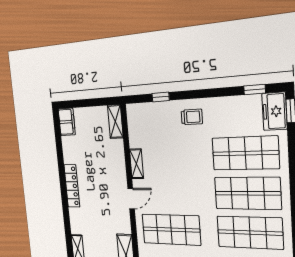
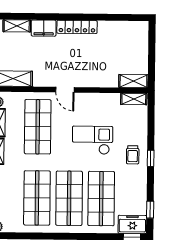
window: (161, 97) -> (151, 158), moved
filing cabinet: (67, 122) -> (44, 28), moved
shelving: (137, 164) -> (134, 99), moved
checkout: (180, 166) -> (93, 140), added

